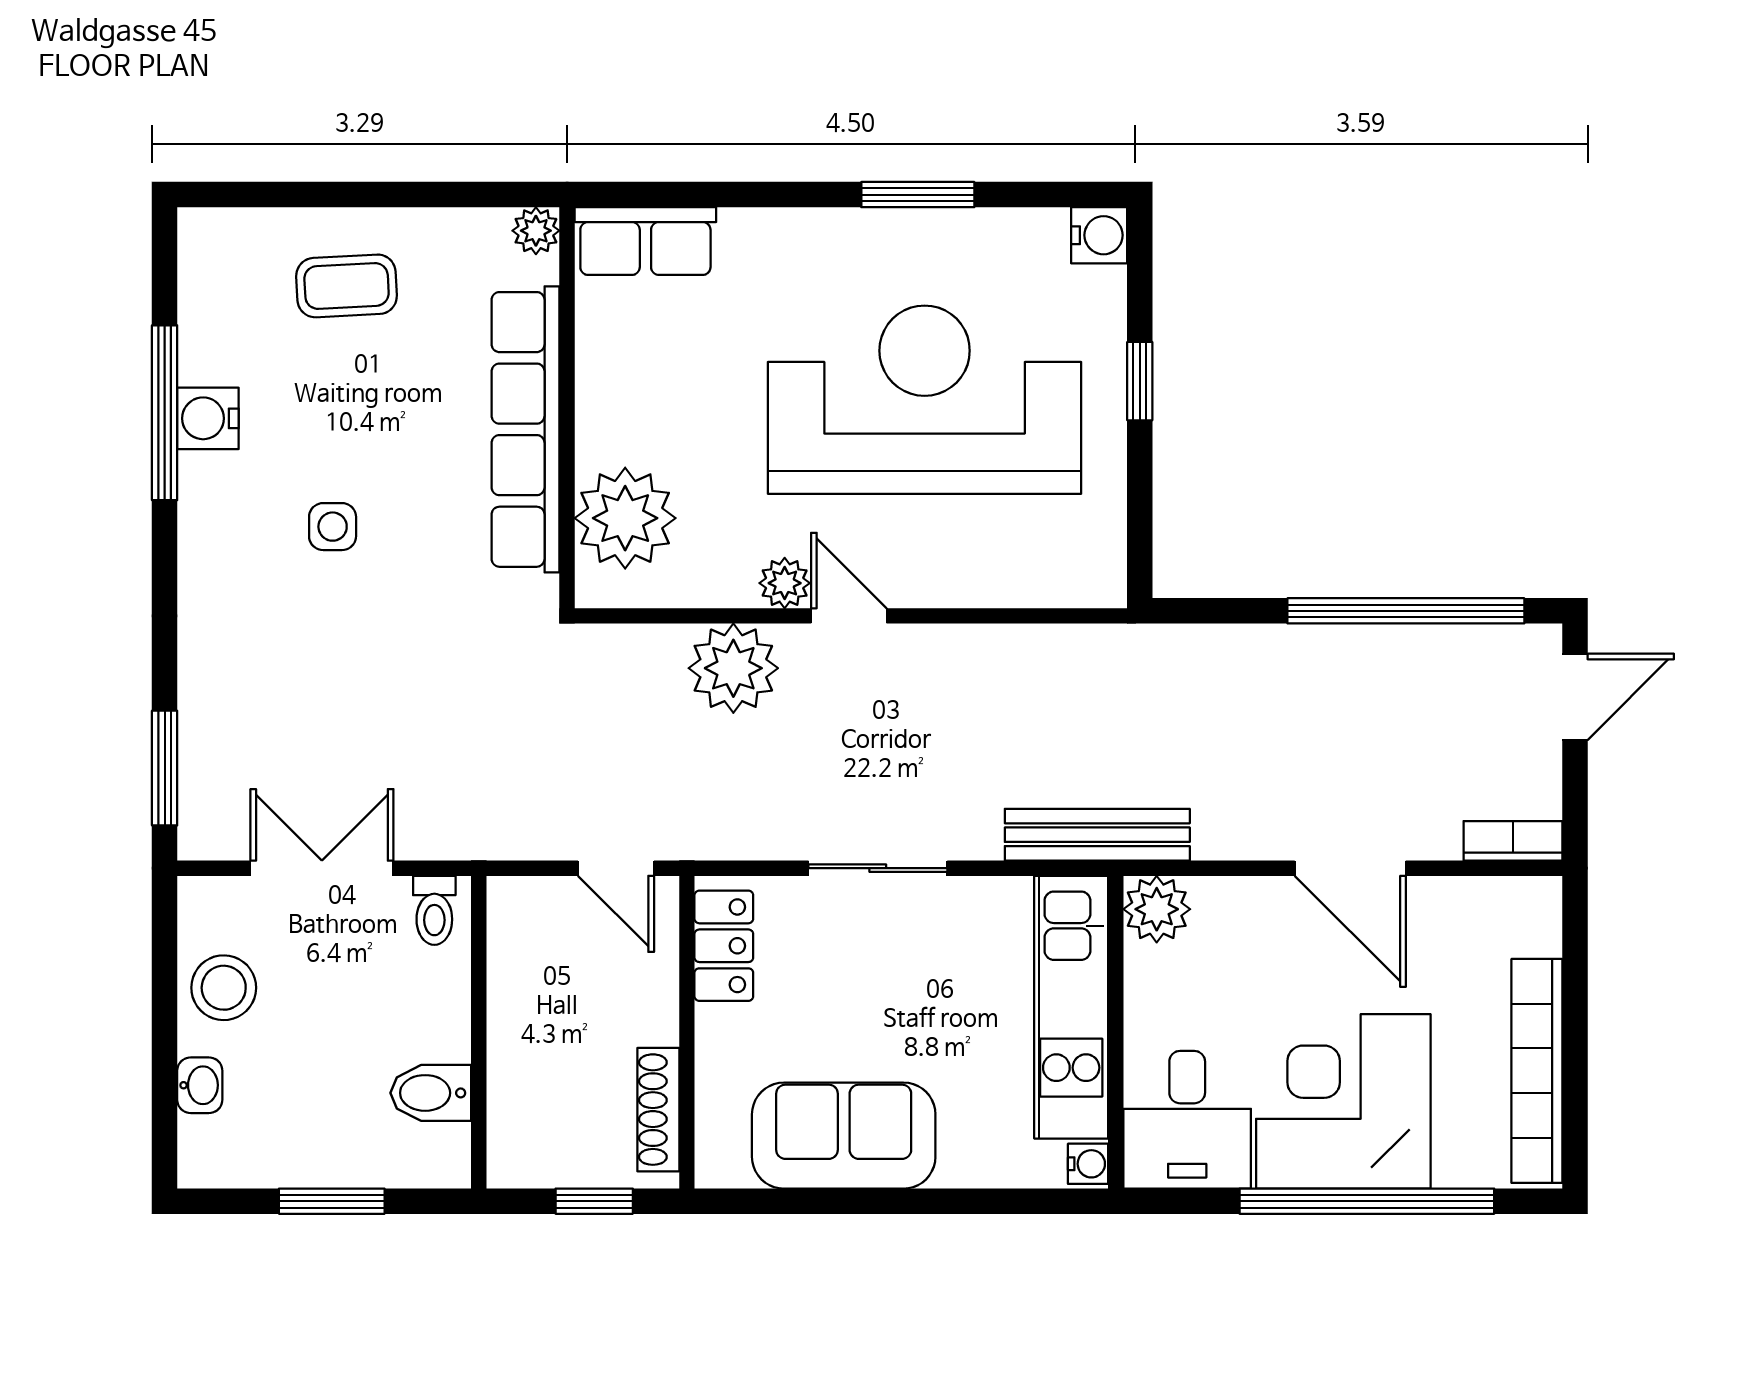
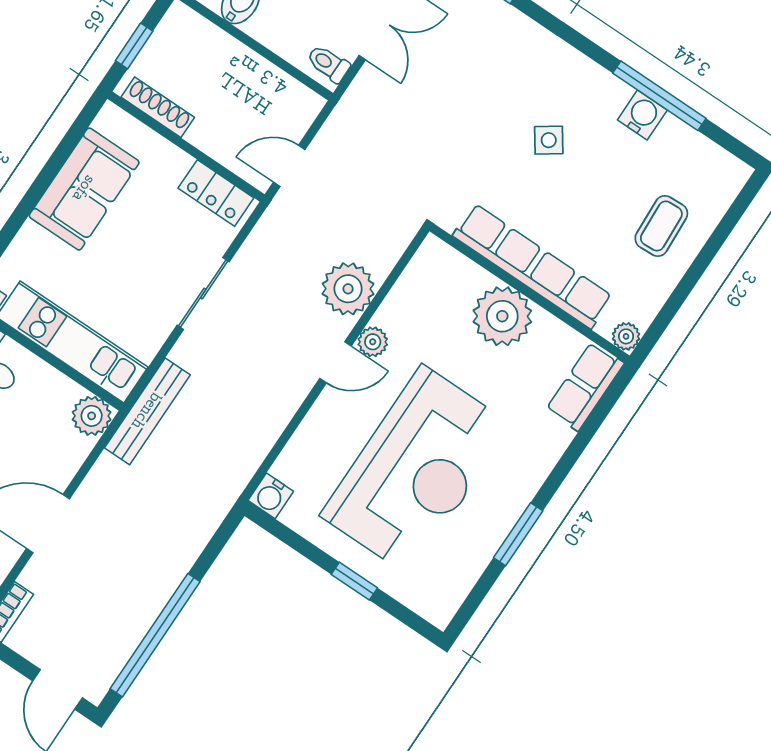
water cooler: (1099, 235) -> (271, 496), moved
plant: (625, 518) -> (502, 316), moved
side table: (333, 527) -> (549, 140), turned -35

